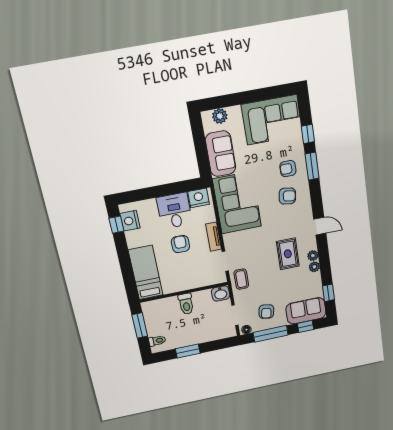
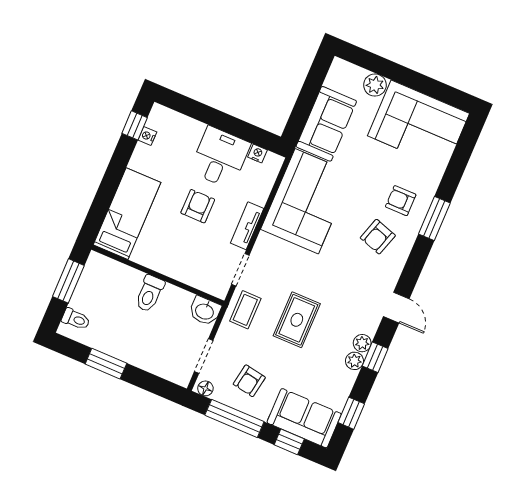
plant: (220, 116) -> (375, 85), moved
window: (308, 134) -> (375, 357), moved
armchair: (287, 196) -> (378, 237), turned 100
nightstand: (199, 198) -> (257, 154), width x0.53, depth x0.56
nightstand: (130, 221) -> (147, 136), width x0.53, depth x0.56
rug: (288, 254) -> (297, 320), moved

